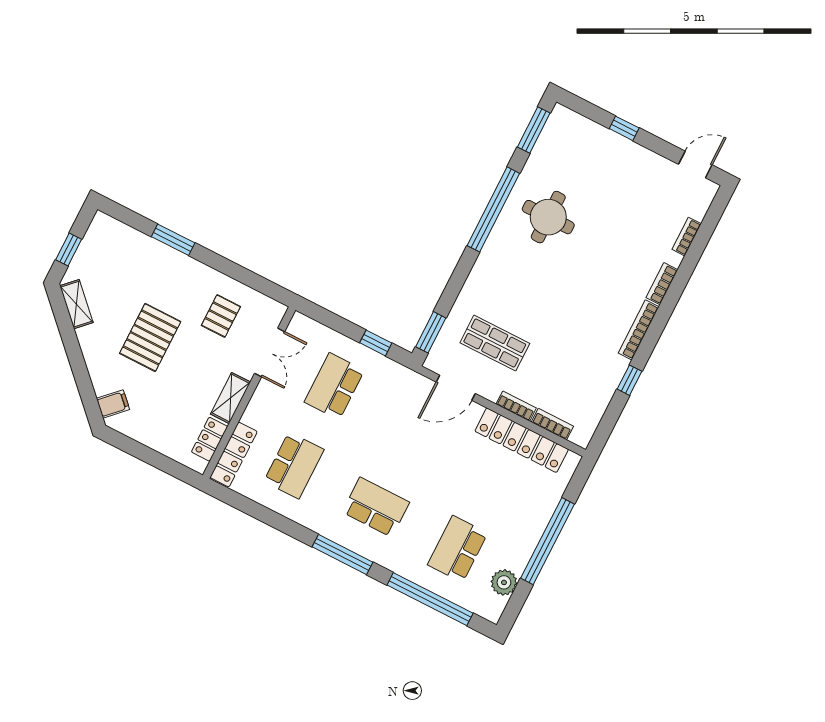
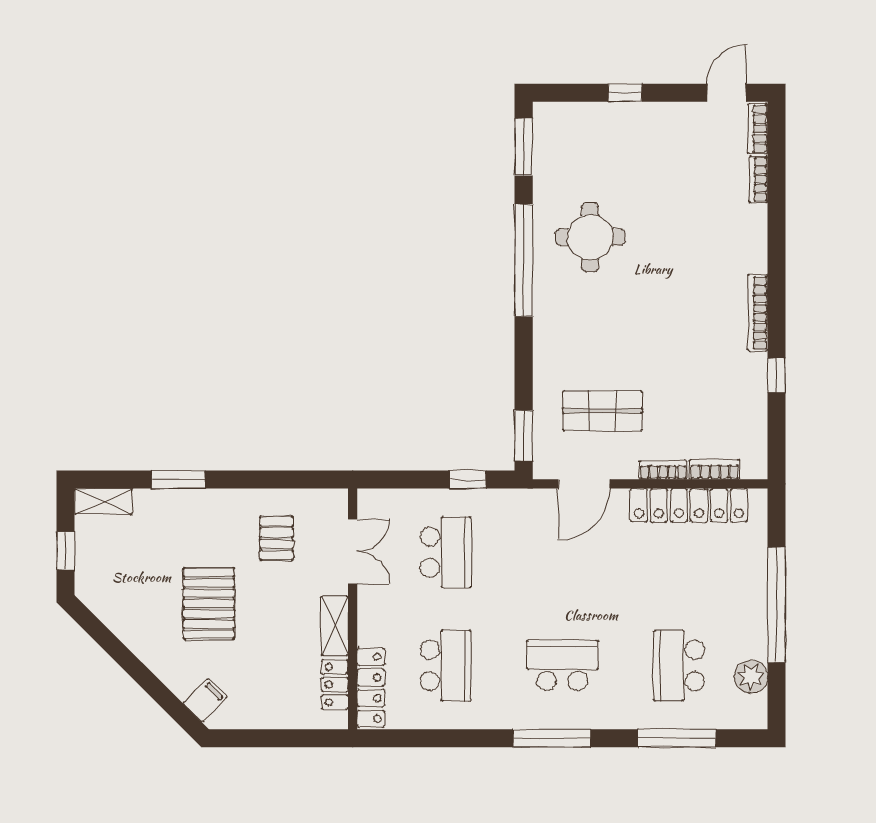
bookcase: (662, 284) -> (758, 129), moved
shelving: (76, 304) -> (103, 501), moved, turned -45
school desk: (334, 386) -> (445, 552), turned 180
window: (430, 599) -> (677, 738), width x0.68

